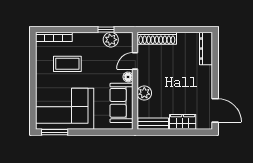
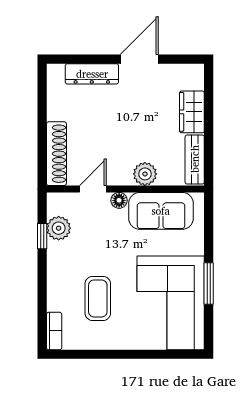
bookcase: (54, 37) -> (54, 331), width x0.64
dresser: (206, 49) -> (92, 74), moved
door: (135, 61) -> (93, 189), swing flipped
door: (215, 110) -> (139, 59), moved
window: (55, 132) -> (209, 284), moved

